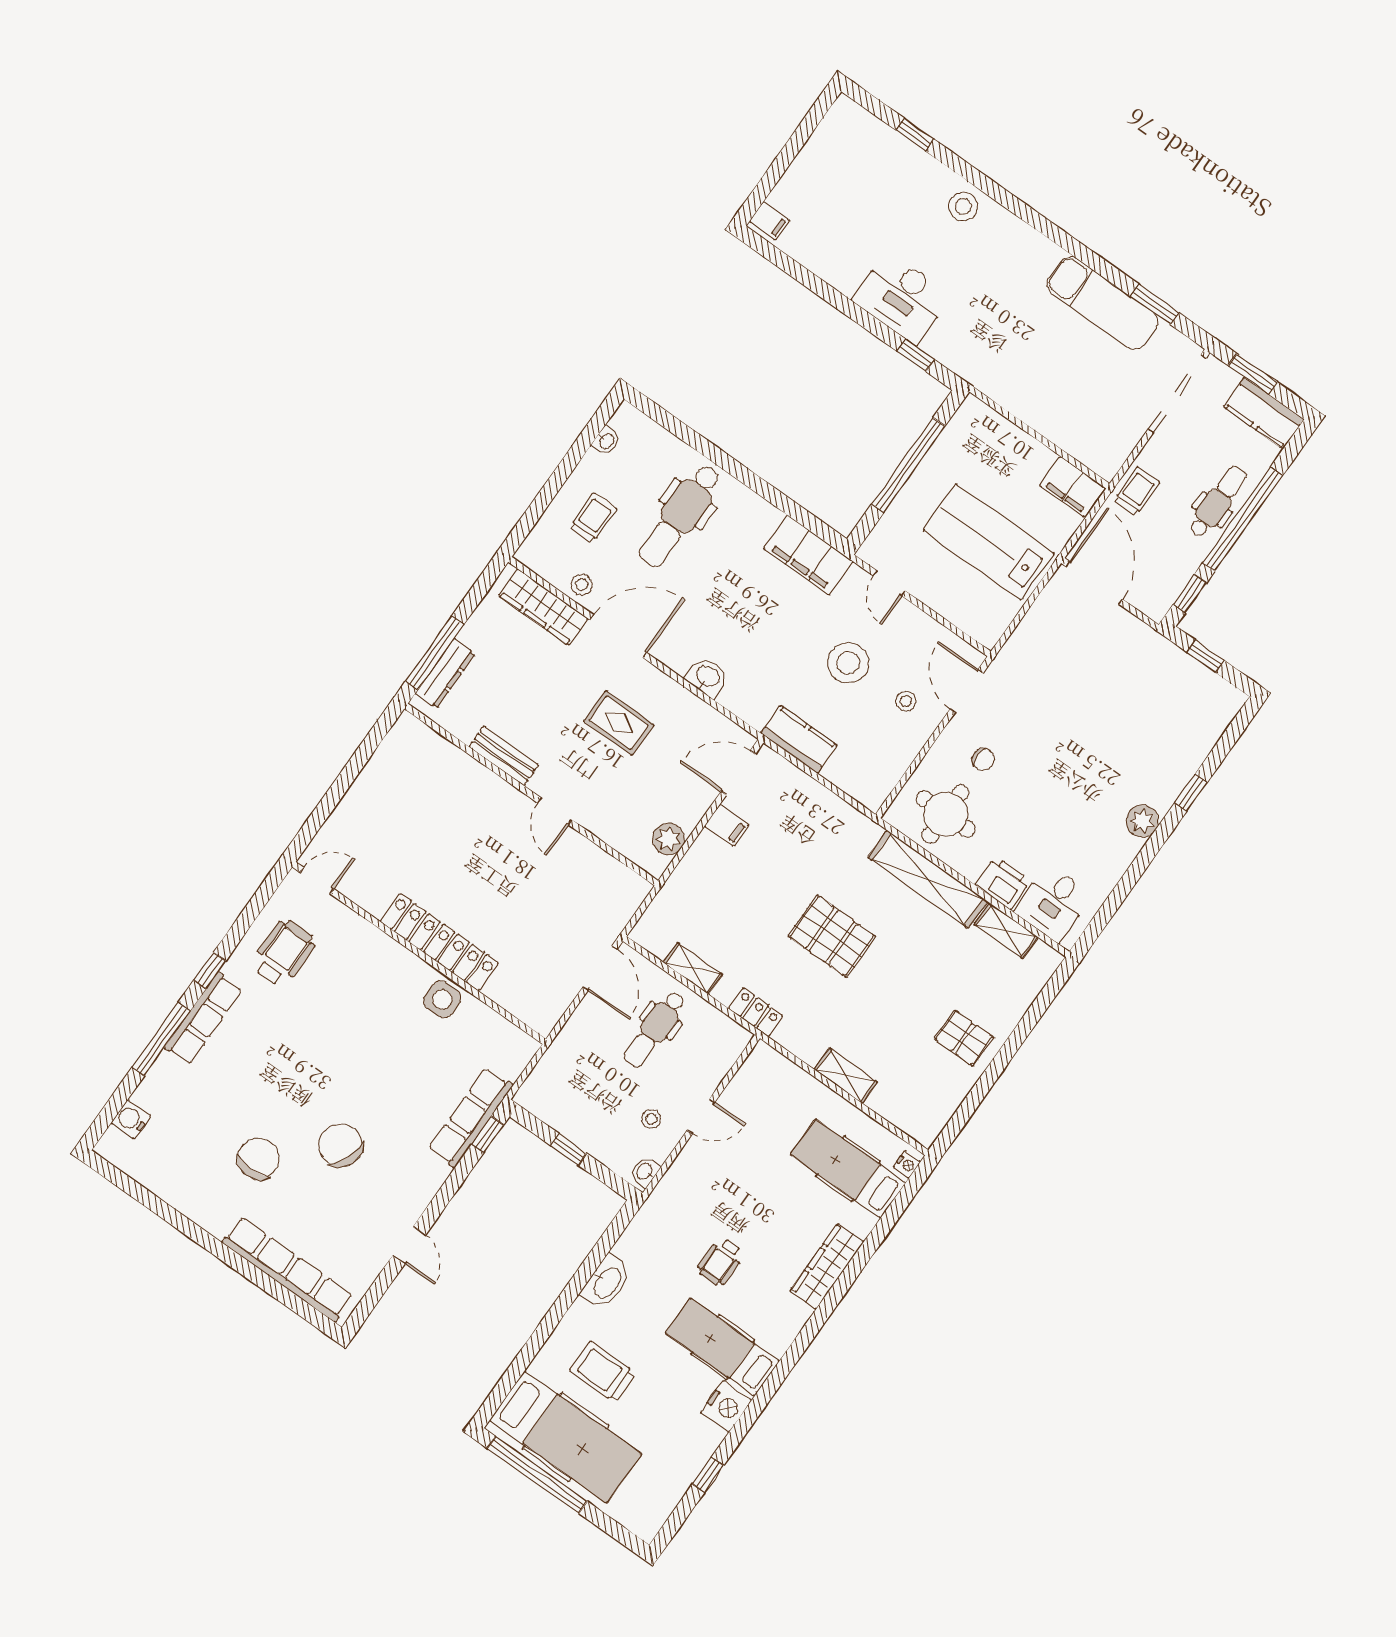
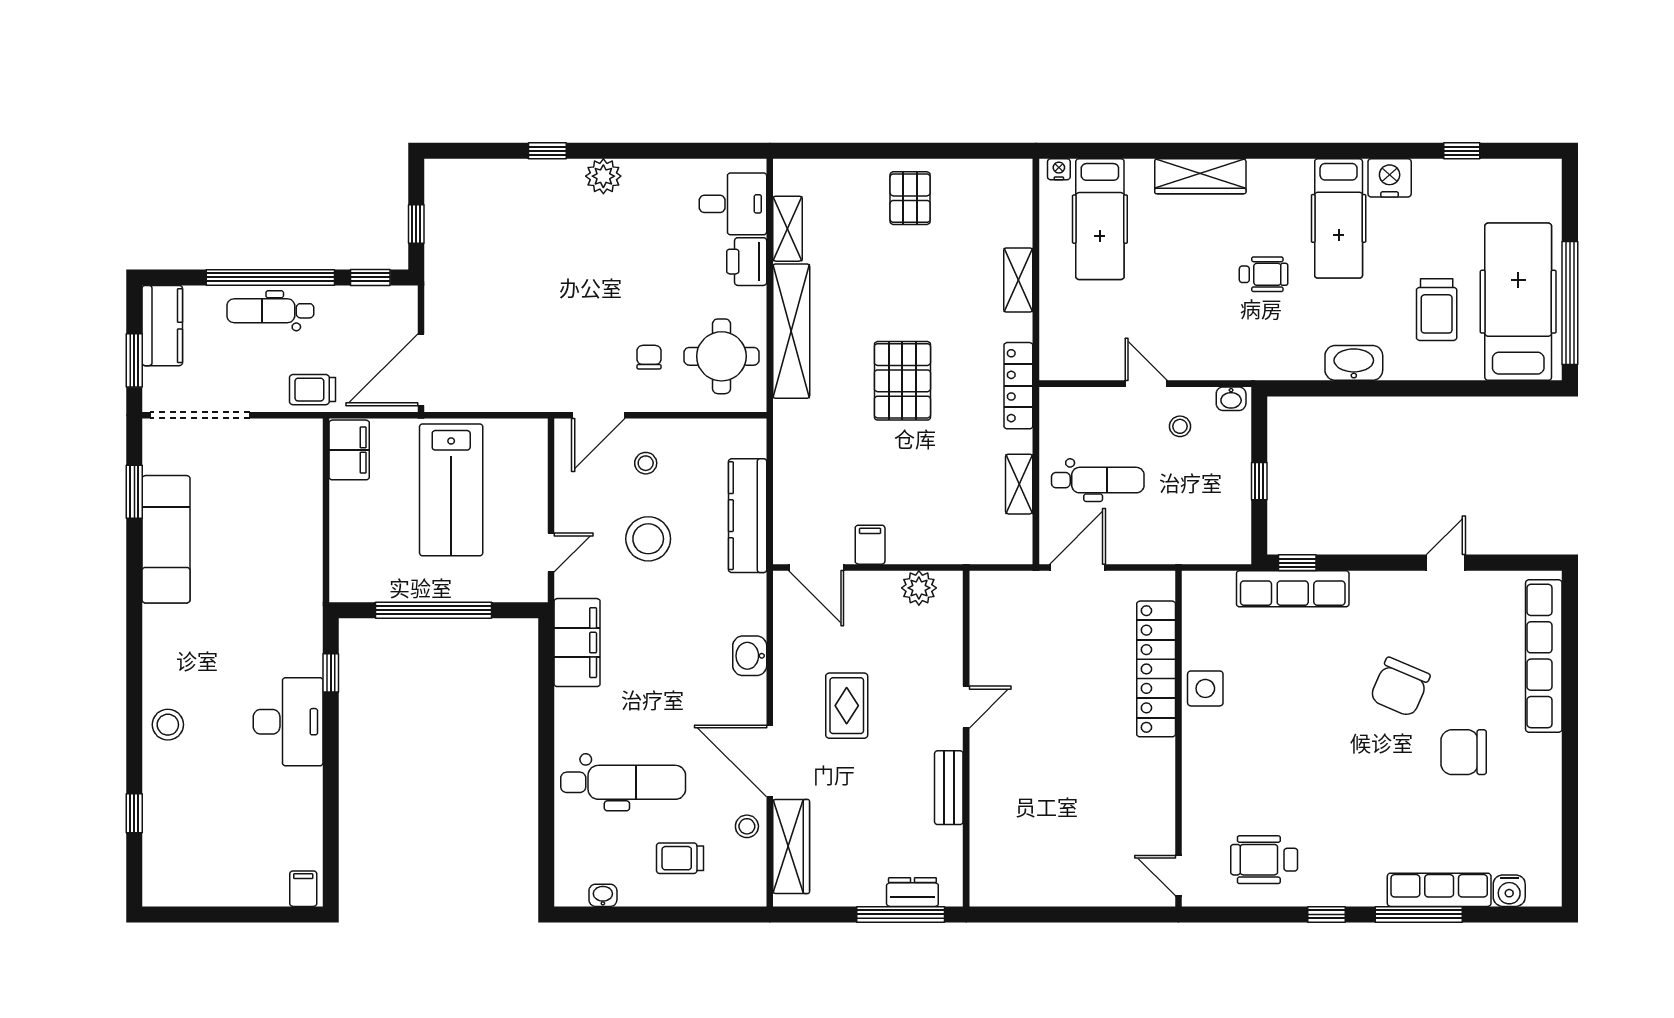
dresser: (445, 674) -> (912, 892), width x0.70
kitchen counter: (799, 739) -> (748, 516), width x1.50
locker: (439, 942) -> (1156, 669), moved
locker: (756, 1012) -> (1018, 386), width x1.53
row of seats: (203, 1018) -> (1439, 890), moved

